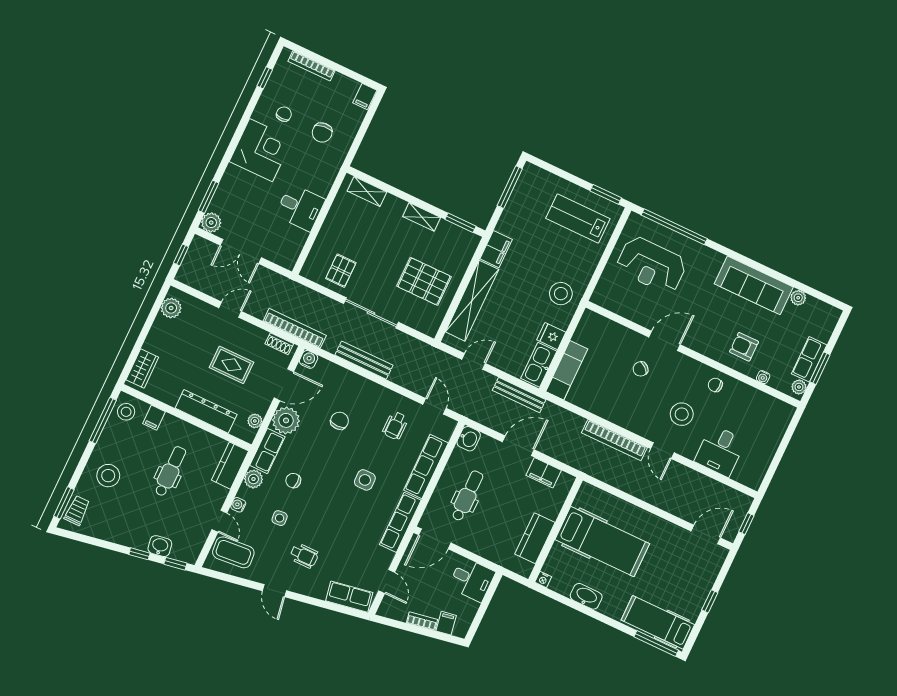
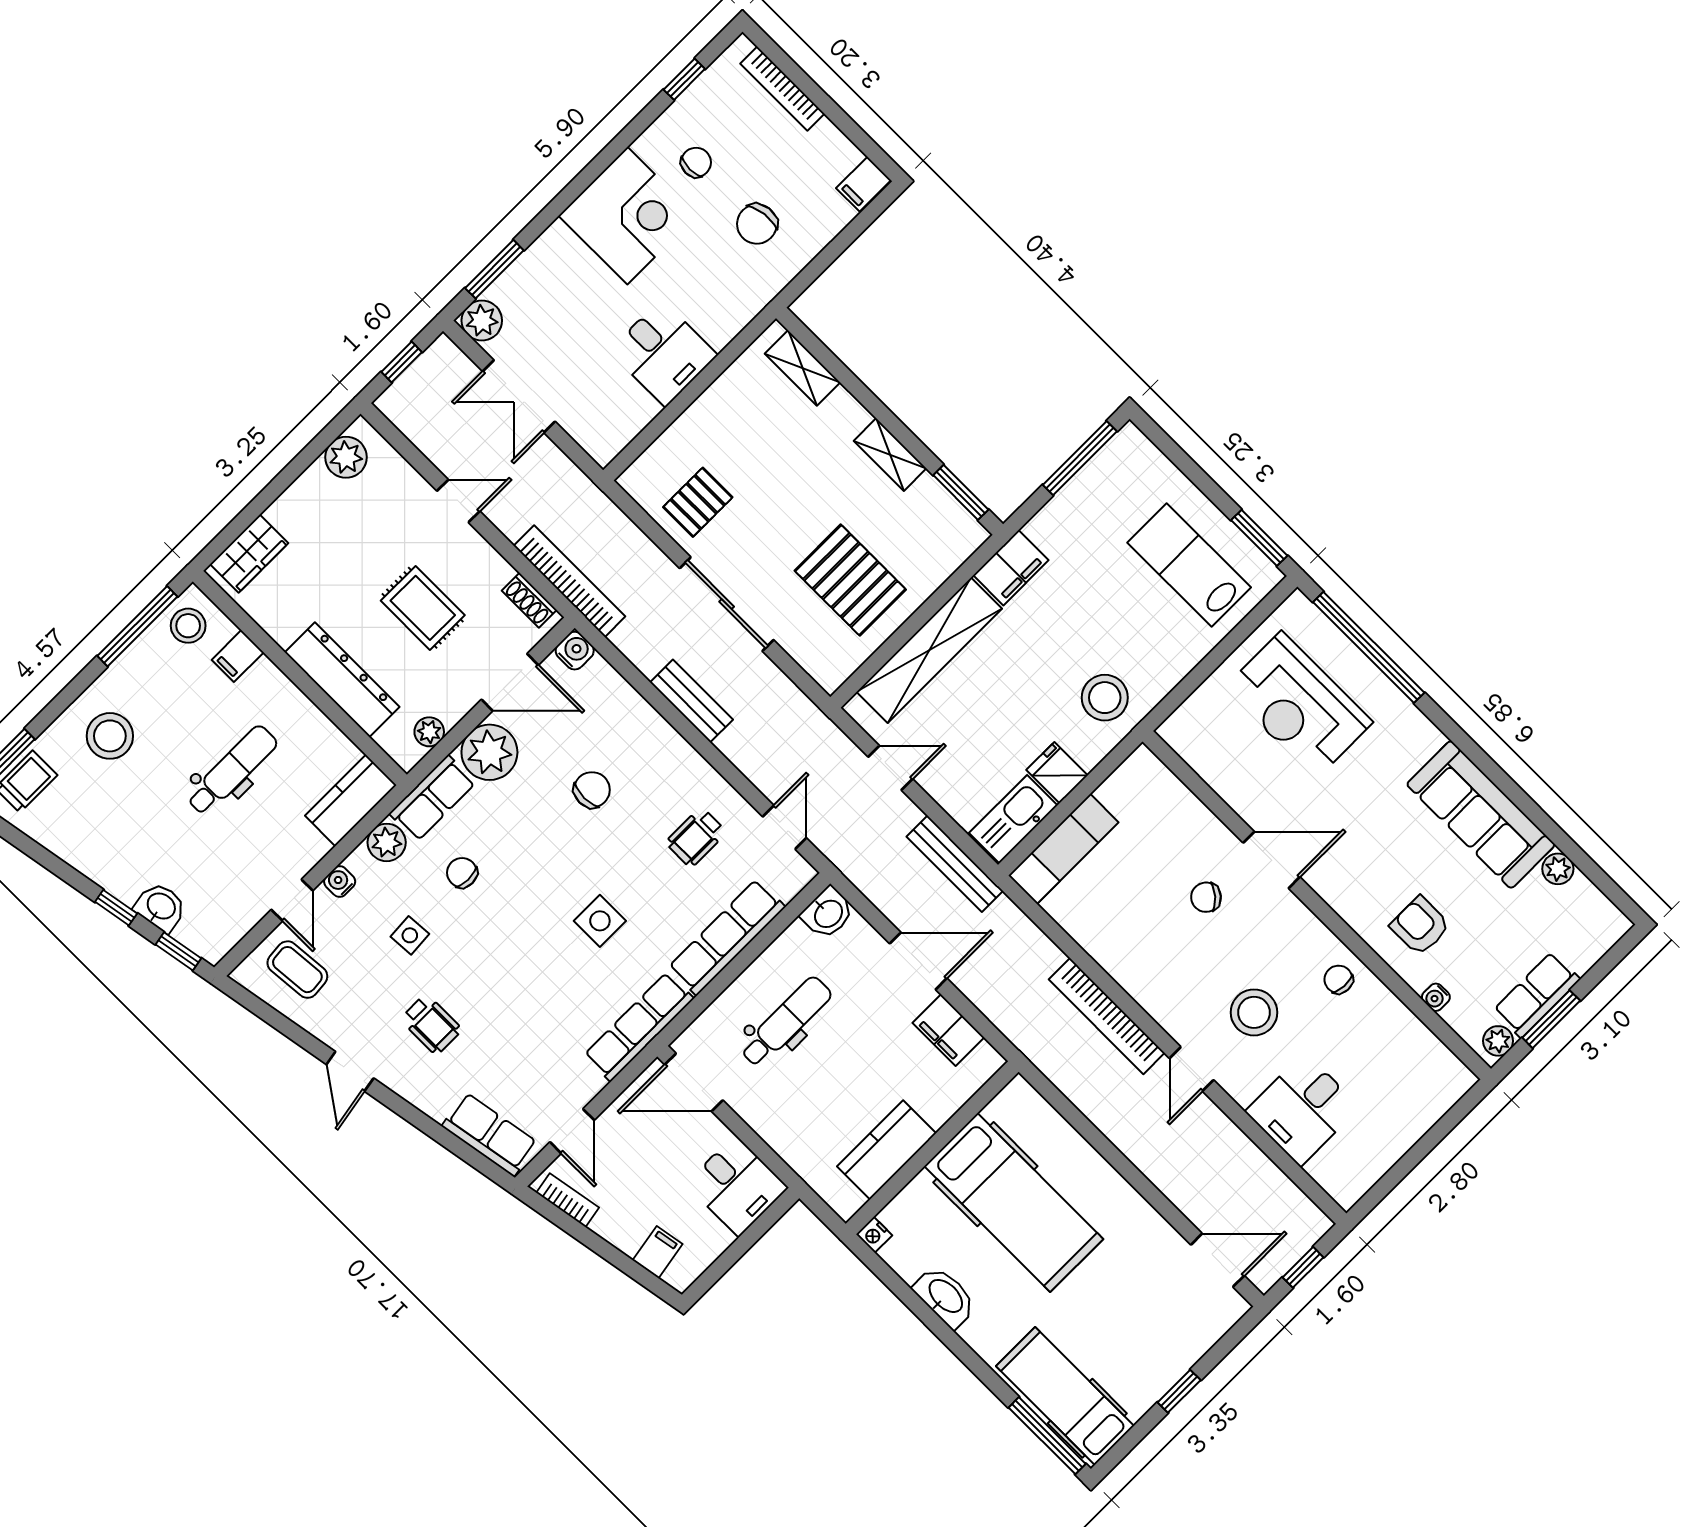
bench: (364, 360) -> (692, 701), width x0.73
coffee table: (233, 552) -> (297, 970), width x0.73, depth x0.77
bookcase: (422, 621) -> (568, 1200), moved

